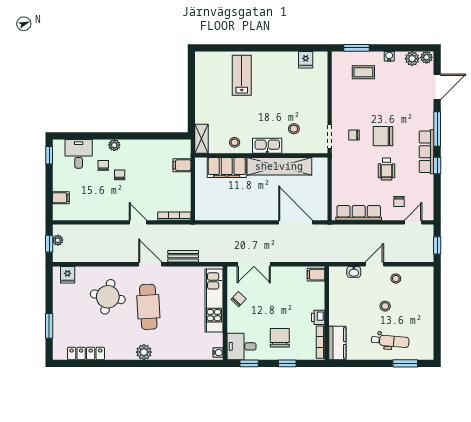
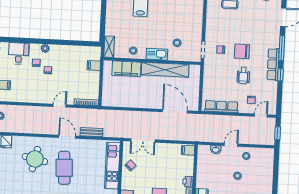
door: (138, 222) -> (60, 106), hinge flipped

